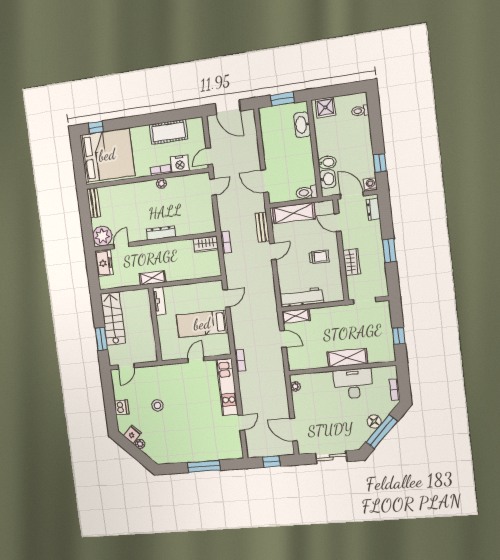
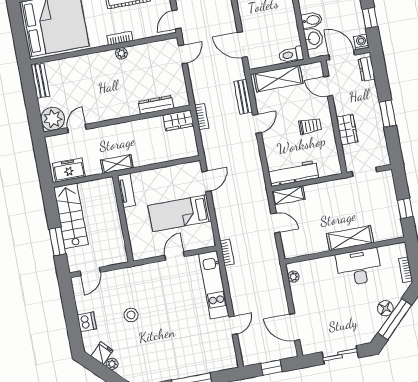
nightstand: (180, 164) -> (142, 30), removed
dresser: (161, 233) -> (156, 105), moved
freezer: (104, 263) -> (69, 170), moved, turned -90

